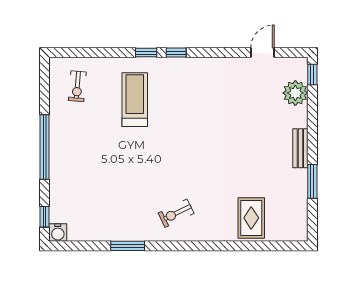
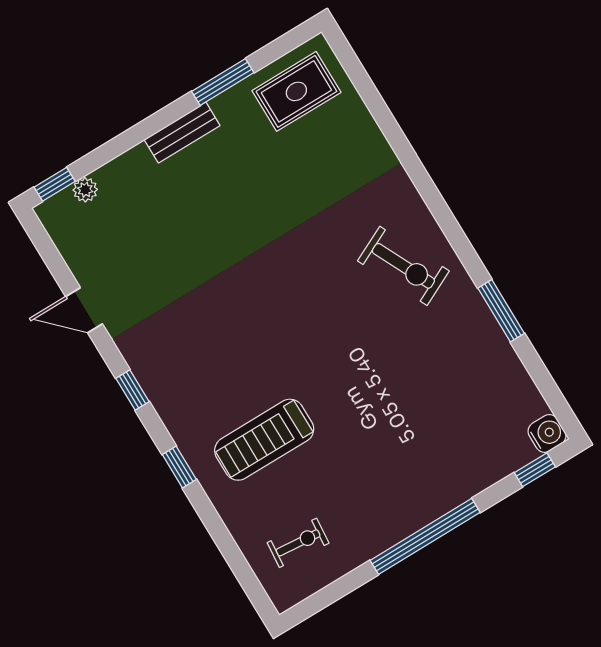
window: (176, 53) -> (132, 390), moved
door: (262, 53) -> (84, 310), moved
plant: (295, 93) -> (85, 190), width x0.53, depth x0.53
exercise bike: (176, 213) -> (403, 266), width x1.38, depth x1.39
rug: (251, 218) -> (296, 91), moved

